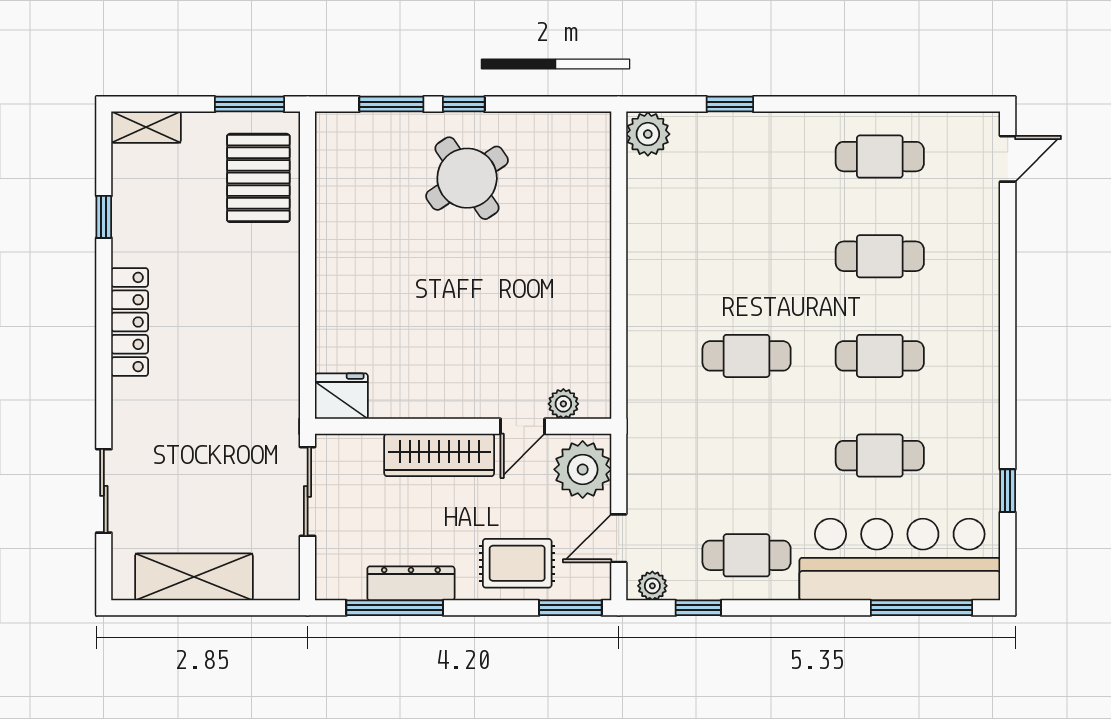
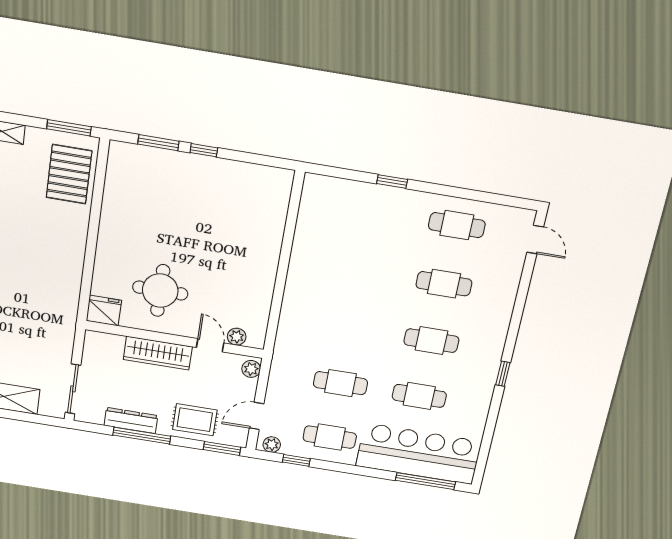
window: (730, 104) -> (392, 182), moved
plant: (648, 134) -> (316, 188), removed
door: (1008, 159) -> (535, 239), hinge flipped
round table: (467, 178) -> (160, 291), moved, turned 34
cafe table: (747, 356) -> (340, 383), moved
door: (523, 426) -> (210, 345), swing flipped
plant: (583, 469) -> (251, 369), width x0.53, depth x0.53
sliding door: (308, 491) -> (73, 389), moved
window: (1008, 491) -> (503, 374), moved
window: (395, 608) -> (142, 436), moved

